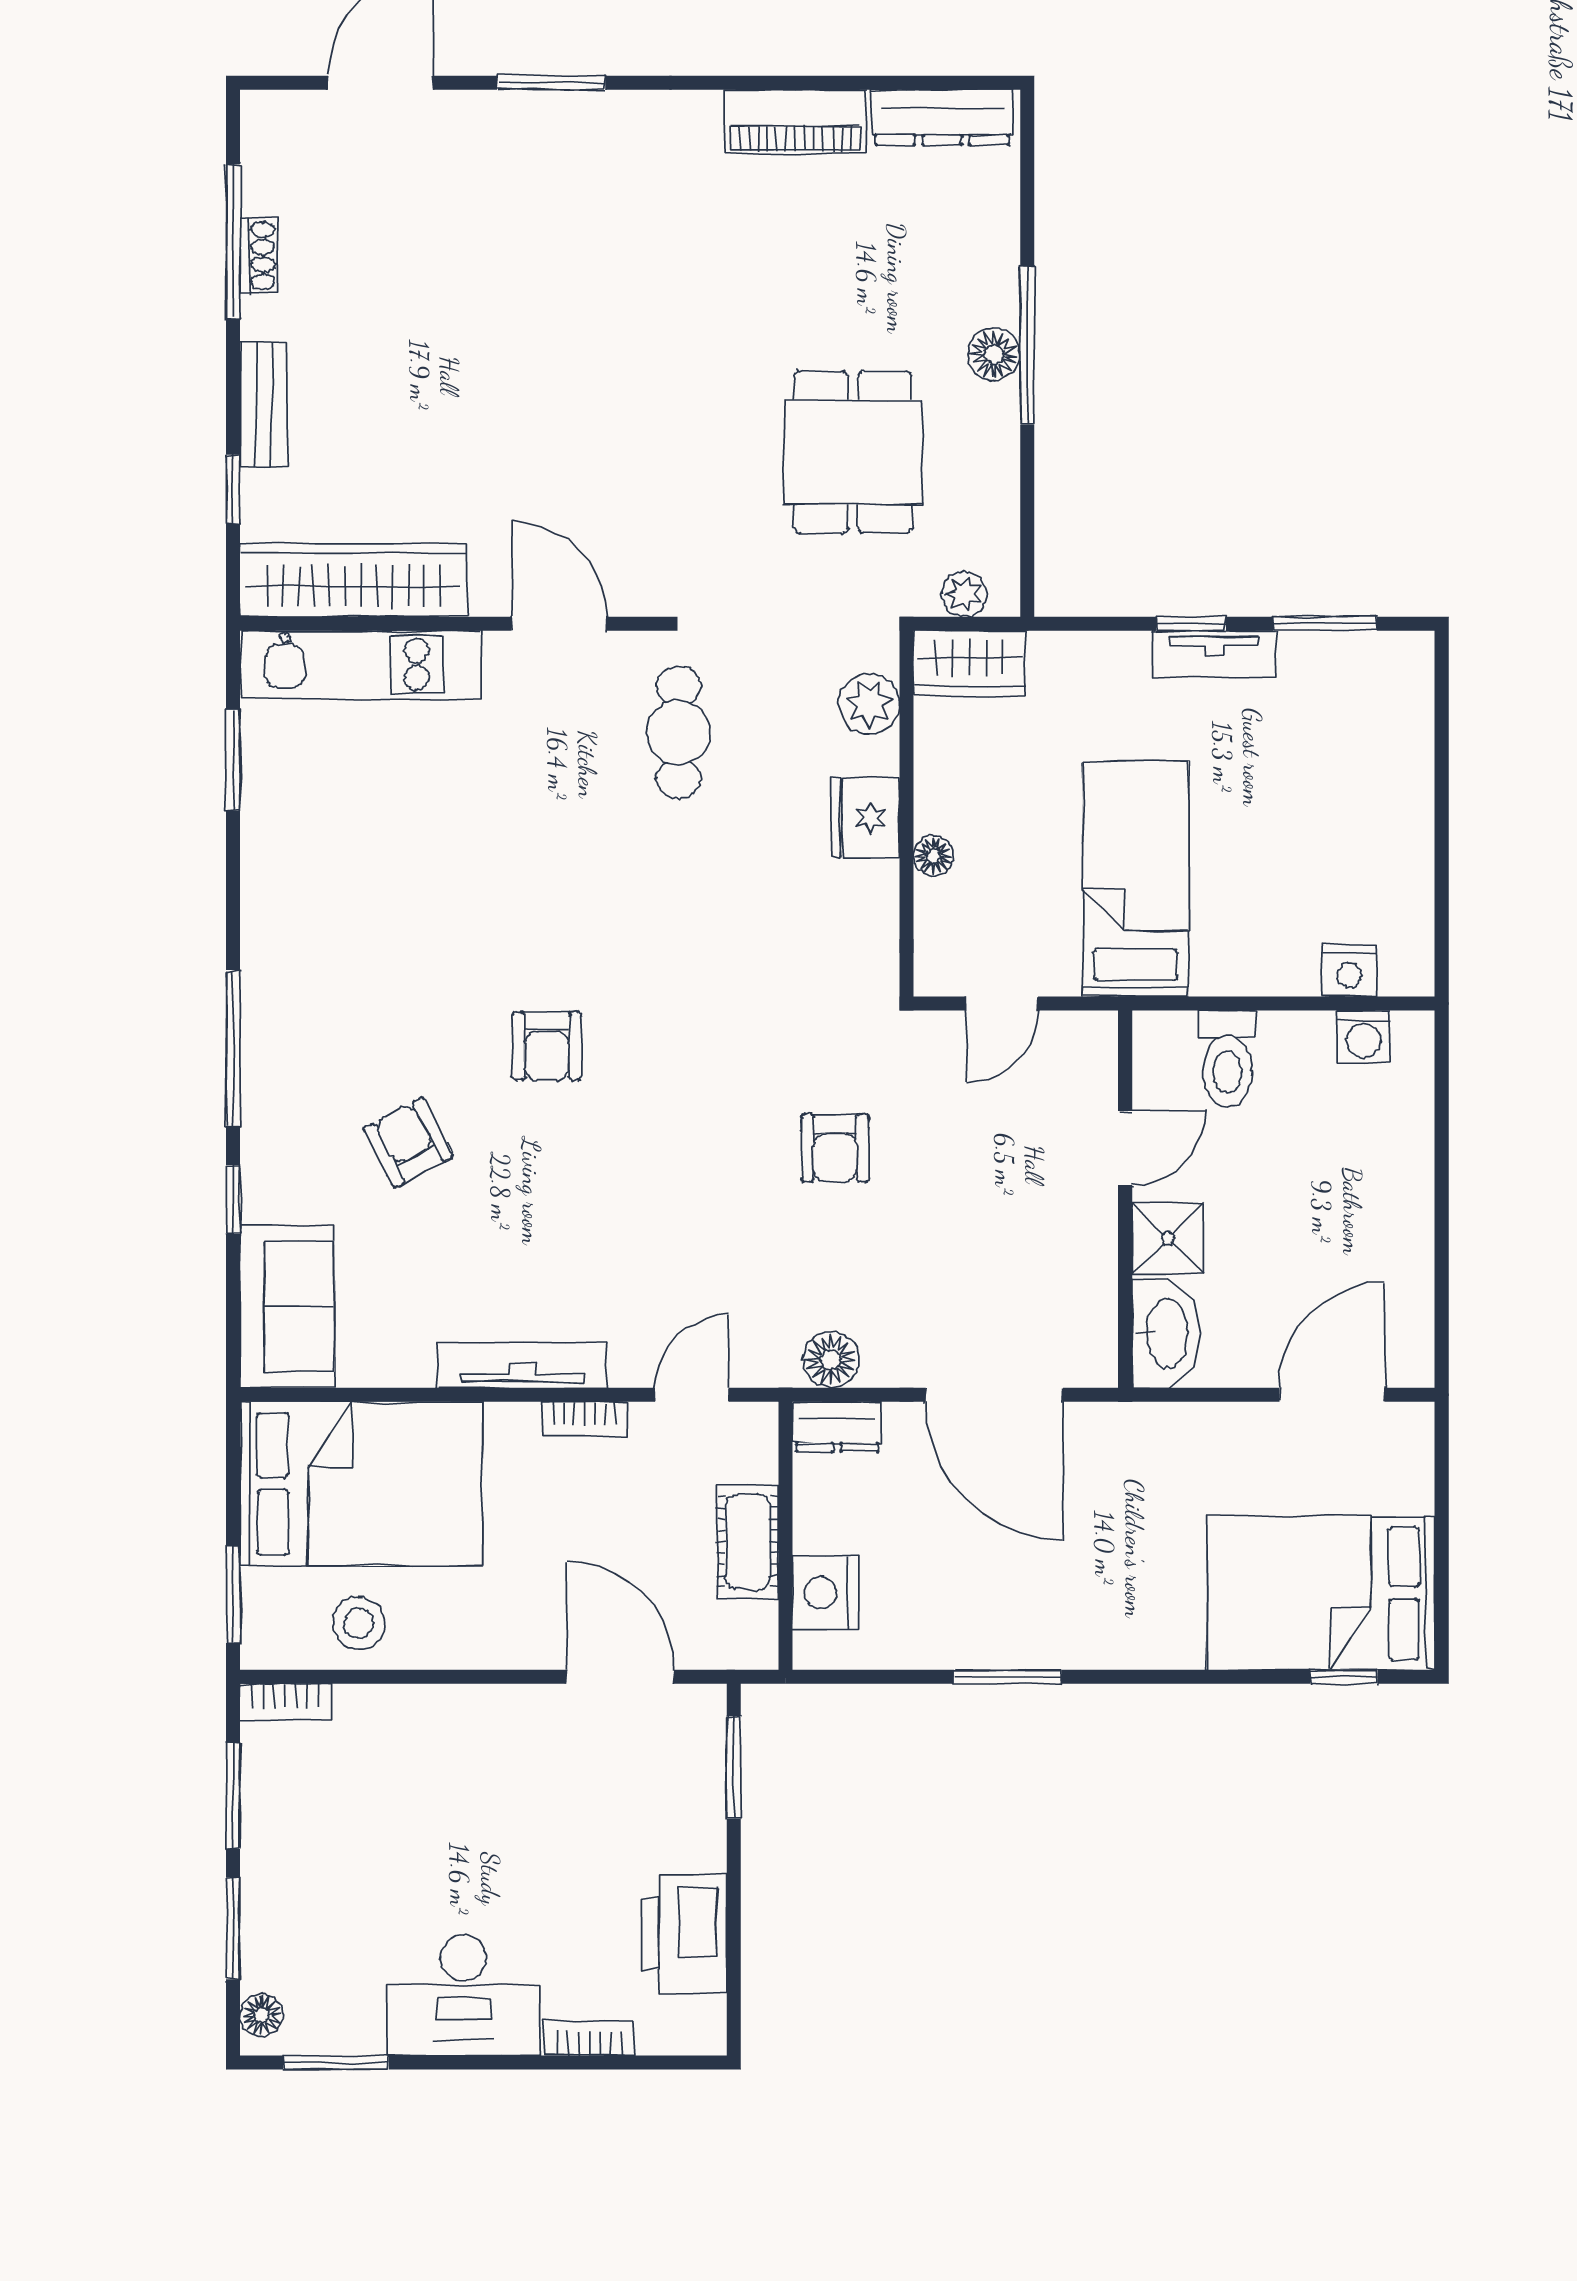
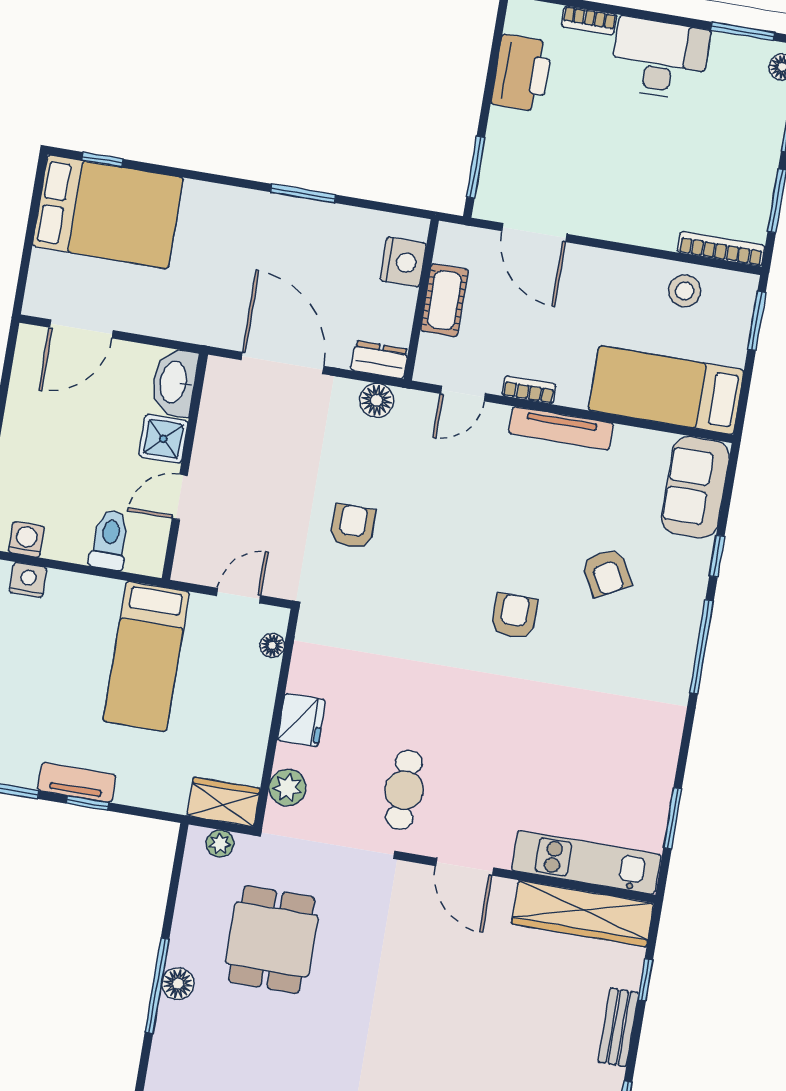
floor lamp: (933, 856) -> (272, 645), moved
bed: (362, 1484) -> (666, 390), width x0.67
bookcase: (285, 1702) -> (721, 249), width x1.56

